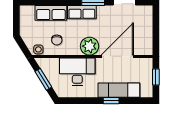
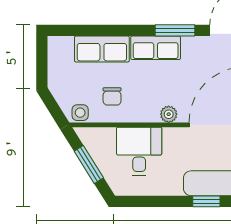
plant: (89, 46) -> (169, 114), width x0.53, depth x0.53
desk: (77, 72) -> (139, 151), width x0.73

